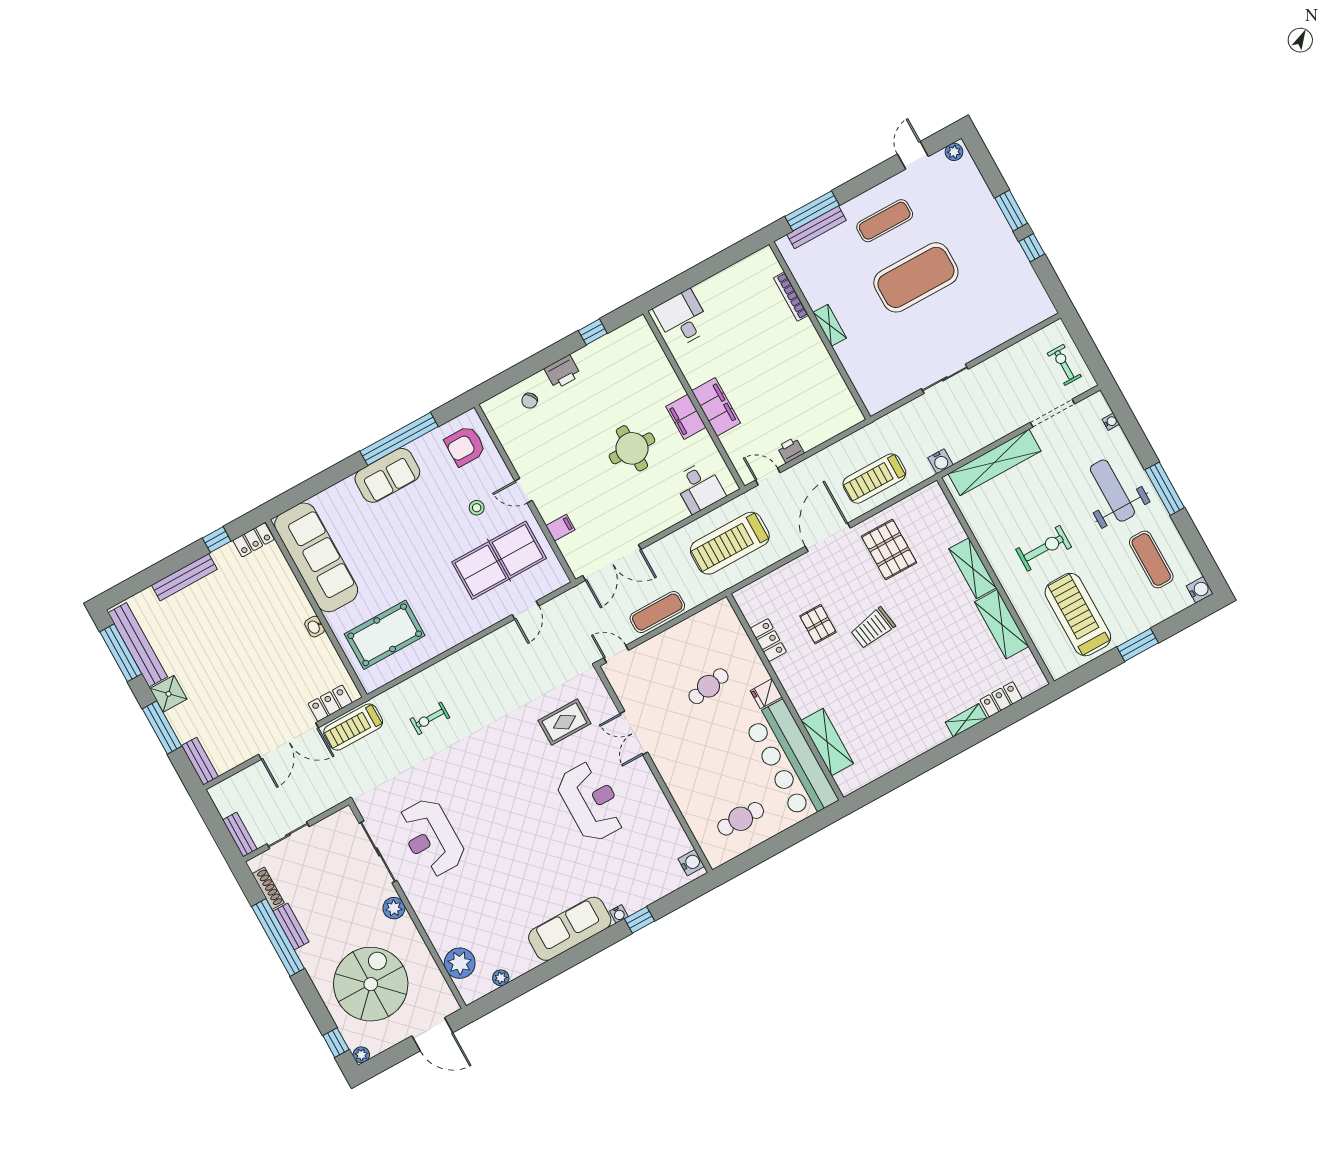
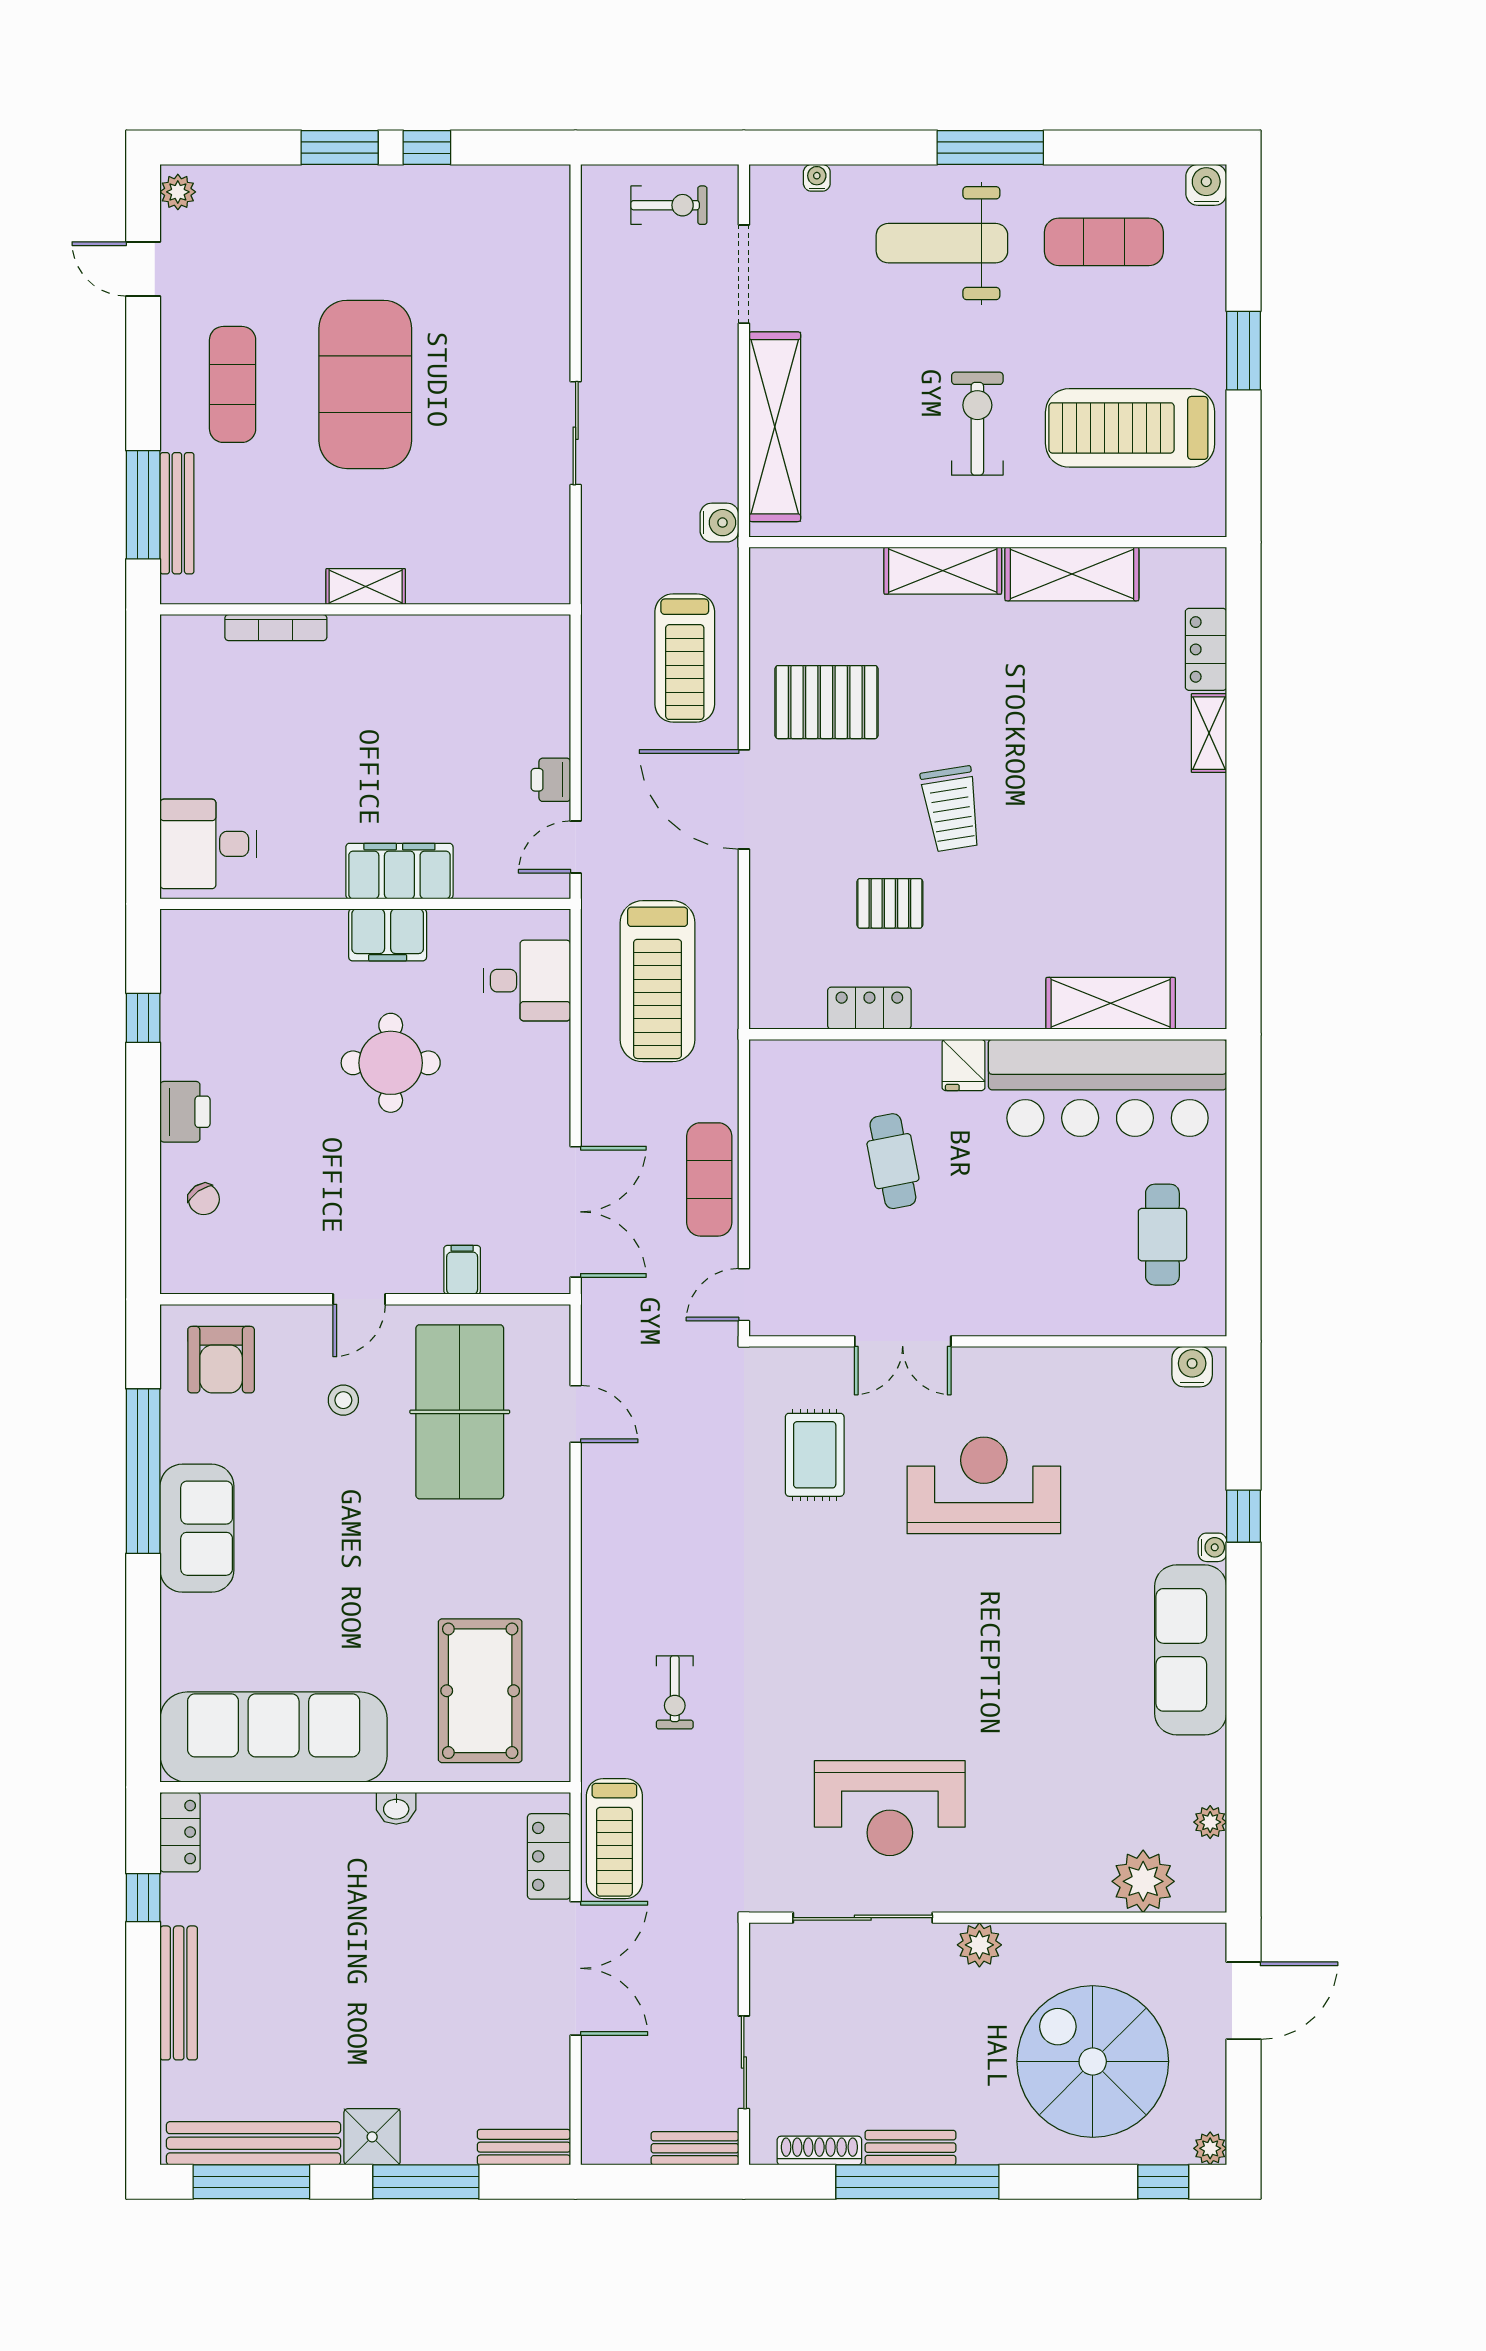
exercise bike: (1064, 365) -> (669, 205), turned 180

